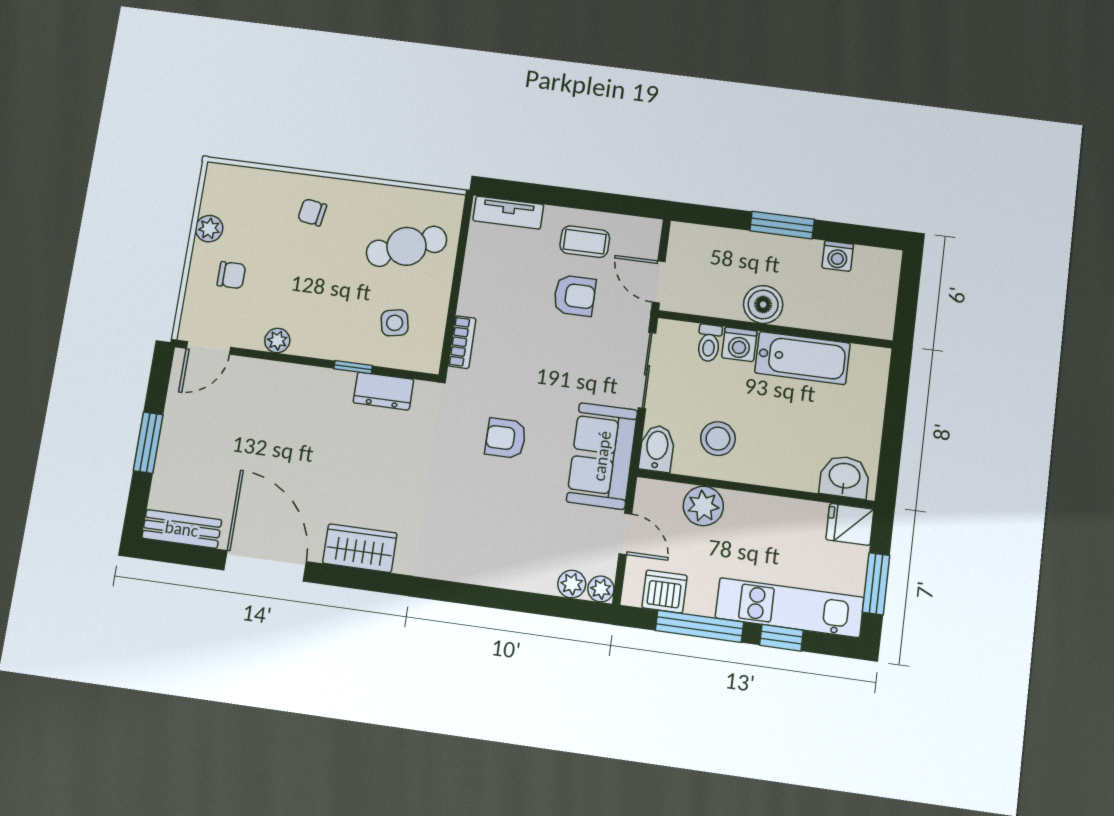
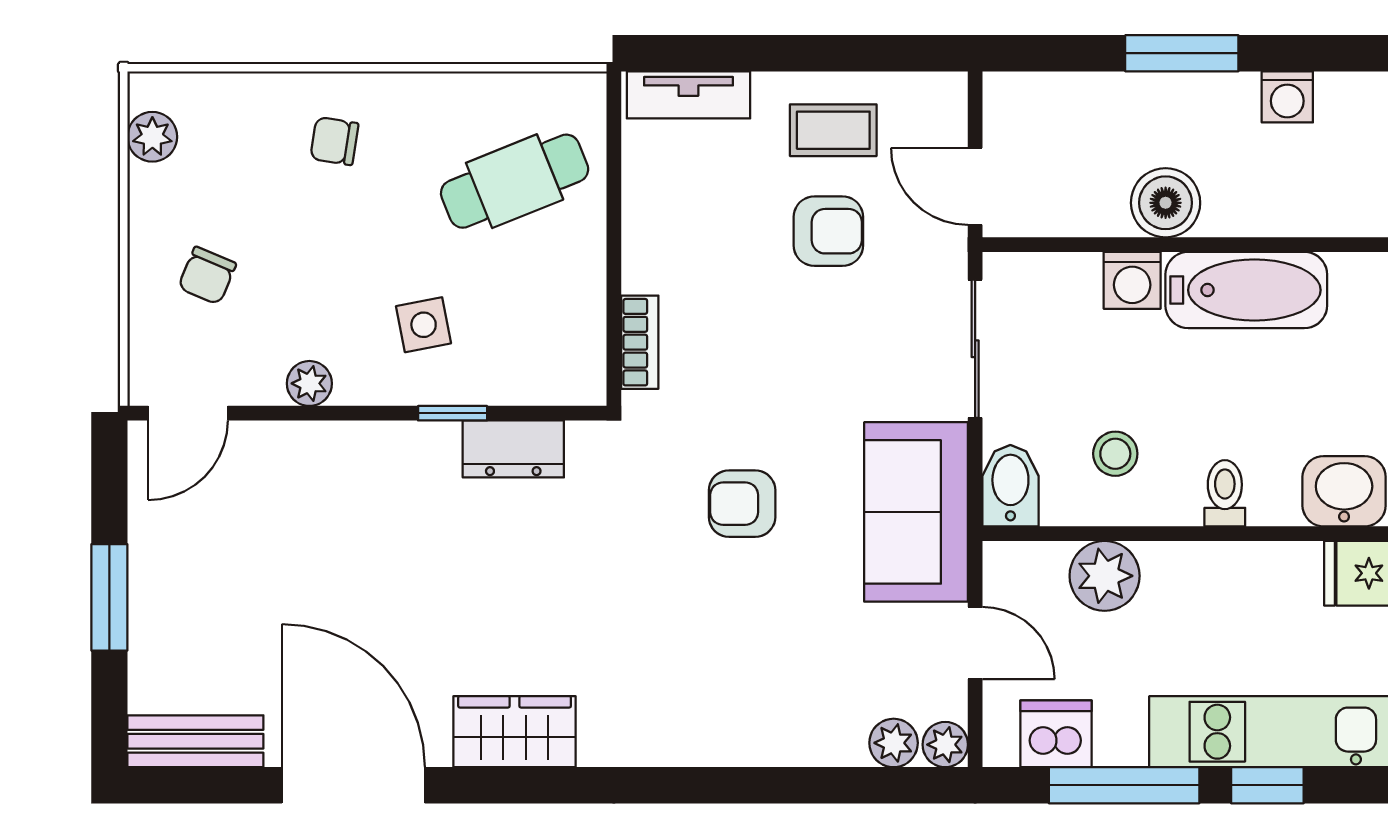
plant: (209, 229) -> (152, 137), moved
chair: (231, 275) -> (207, 276), turned 113
side table: (395, 323) -> (424, 325), moved
toilet: (709, 343) -> (1225, 493), moved, turned 180
stool: (718, 439) -> (1115, 454), width x0.73, depth x0.73

